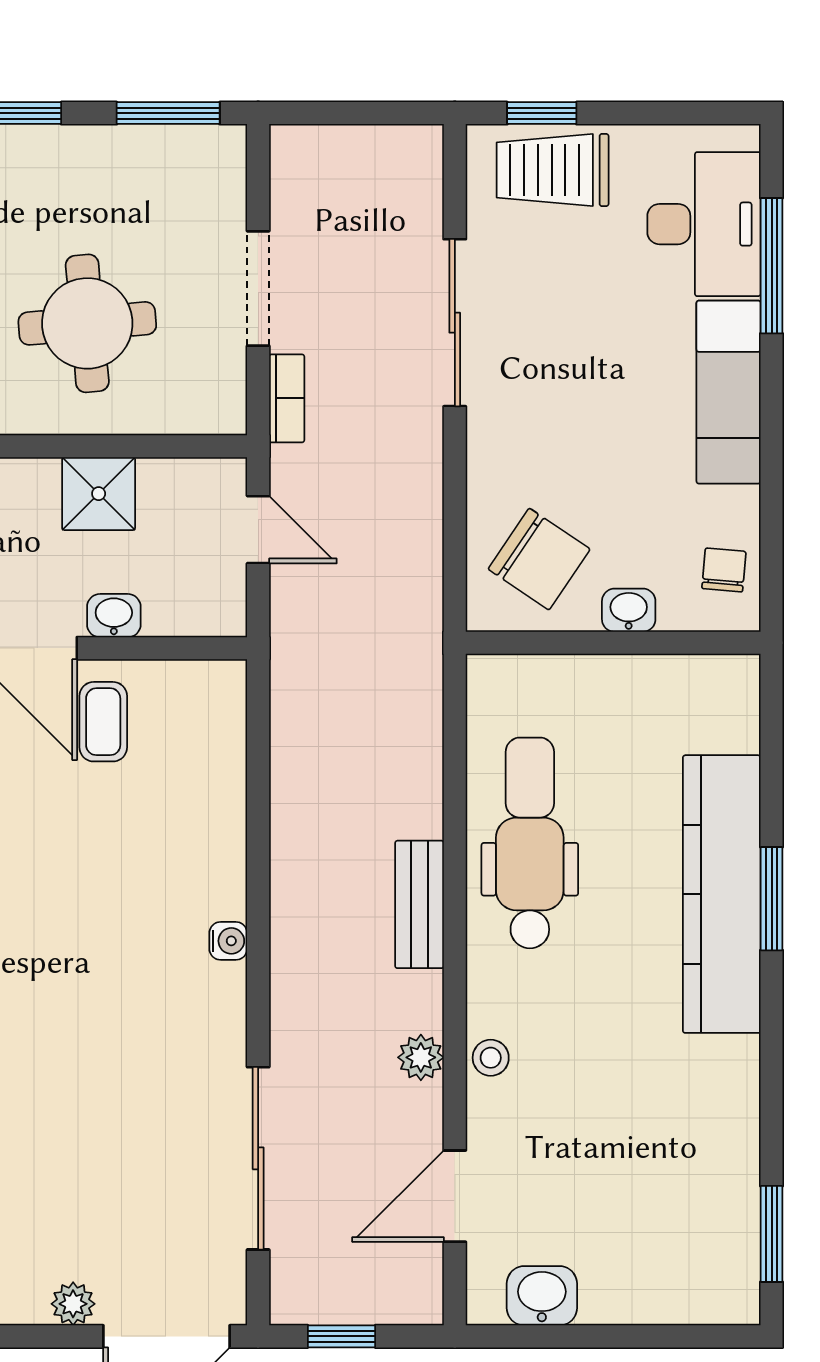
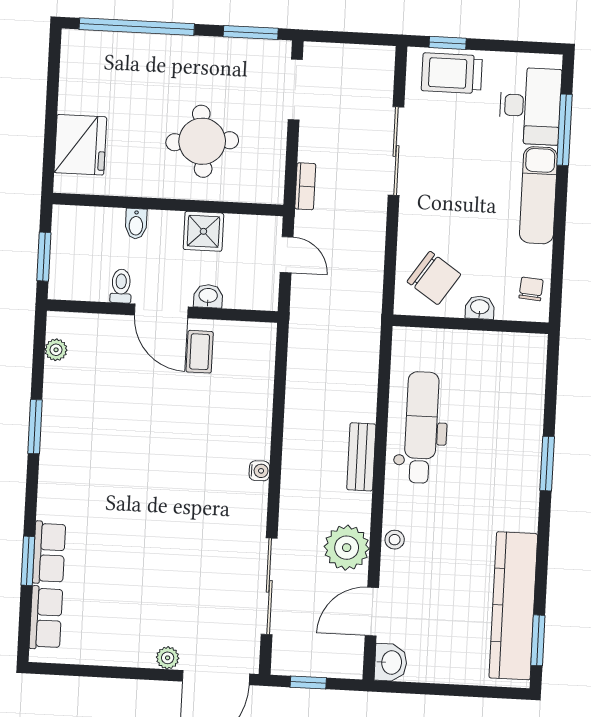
doorway: (258, 288) -> (295, 90), moved
kitchen counter: (722, 894) -> (513, 606), moved
plant: (421, 1057) -> (347, 548), width x1.88, depth x1.88
washbasin: (542, 1296) -> (391, 662), moved, turned 90

